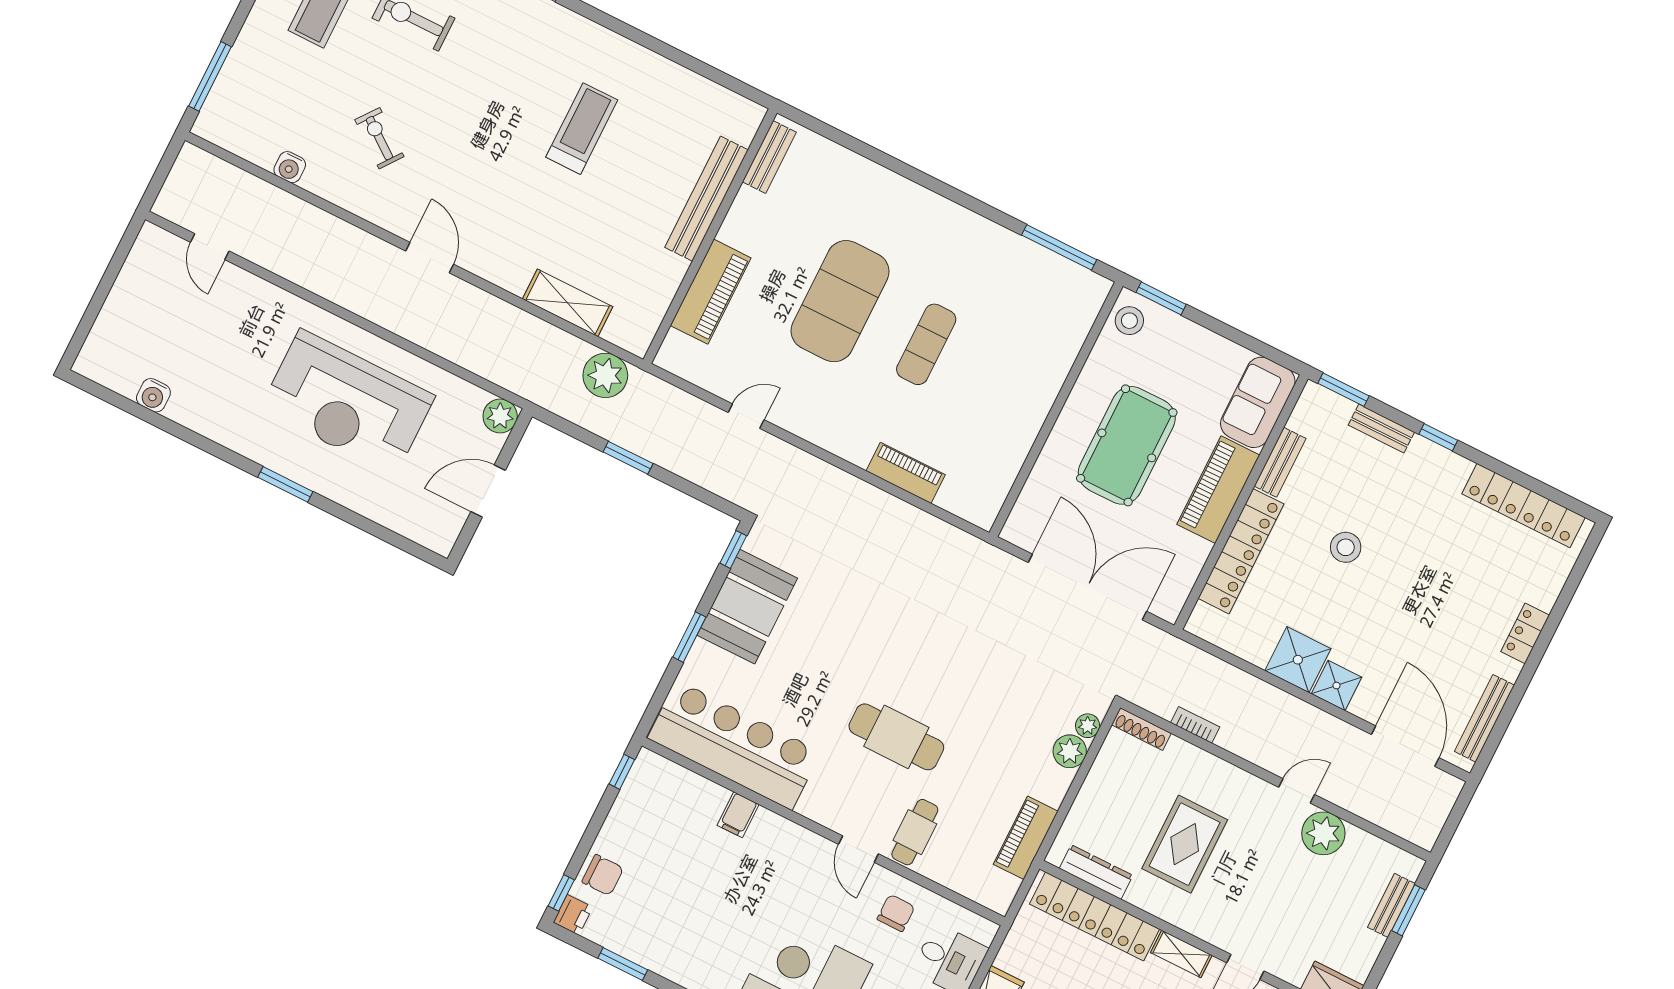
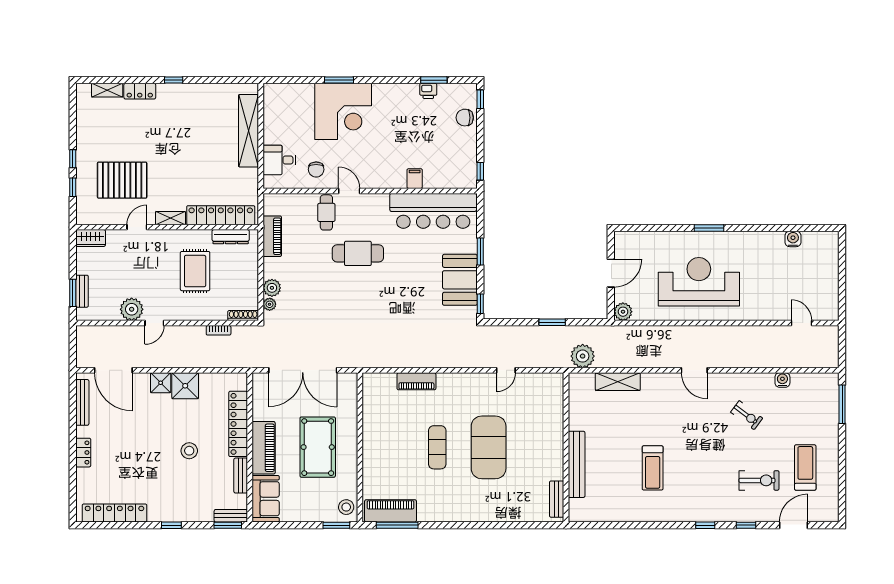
piano: (711, 292) -> (391, 511), moved, turned 90
bench: (1381, 429) -> (231, 516), moved
printer: (573, 915) -> (428, 91), moved, turned -90

